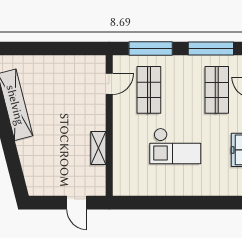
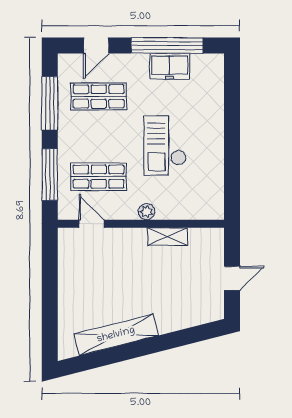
plant: (119, 130) -> (147, 212), added
checkout: (175, 146) -> (165, 146), turned 180
door: (77, 203) -> (232, 278), moved

